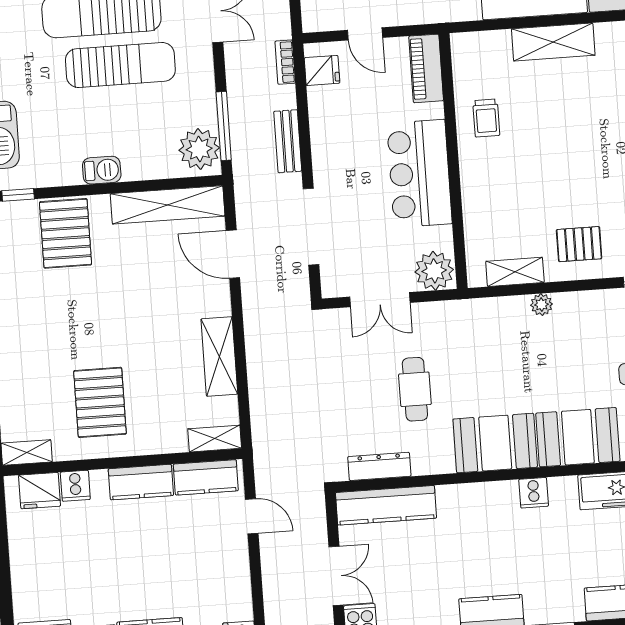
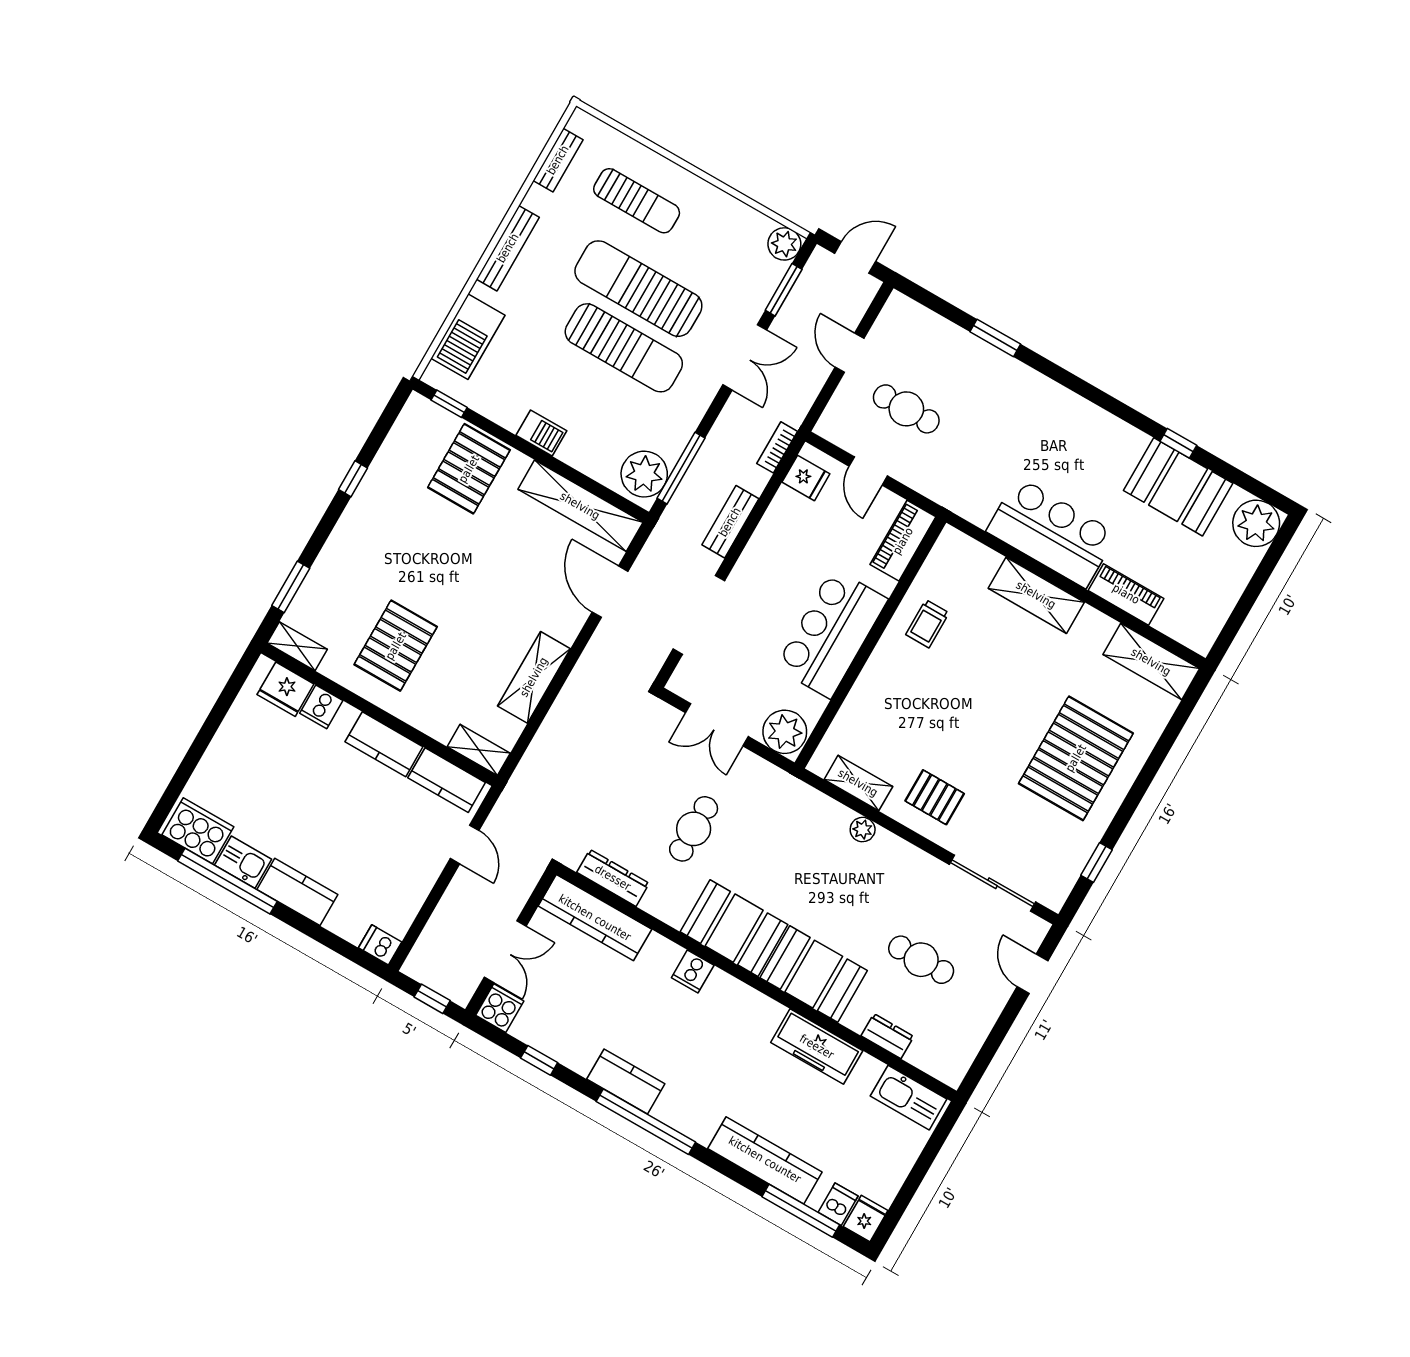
cooker: (534, 493) -> (693, 971), moved

